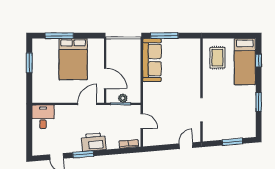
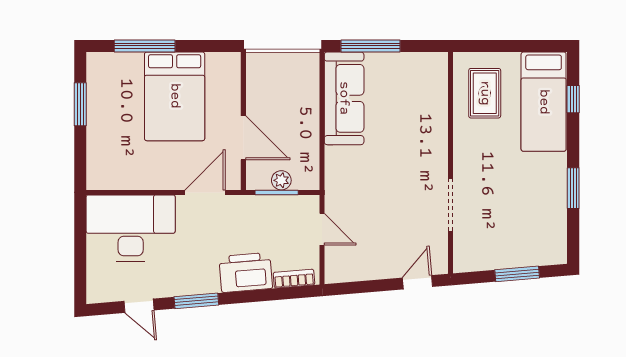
desk: (43, 117) -> (131, 228), width x1.87, depth x1.30
printer: (94, 142) -> (246, 272), moved

